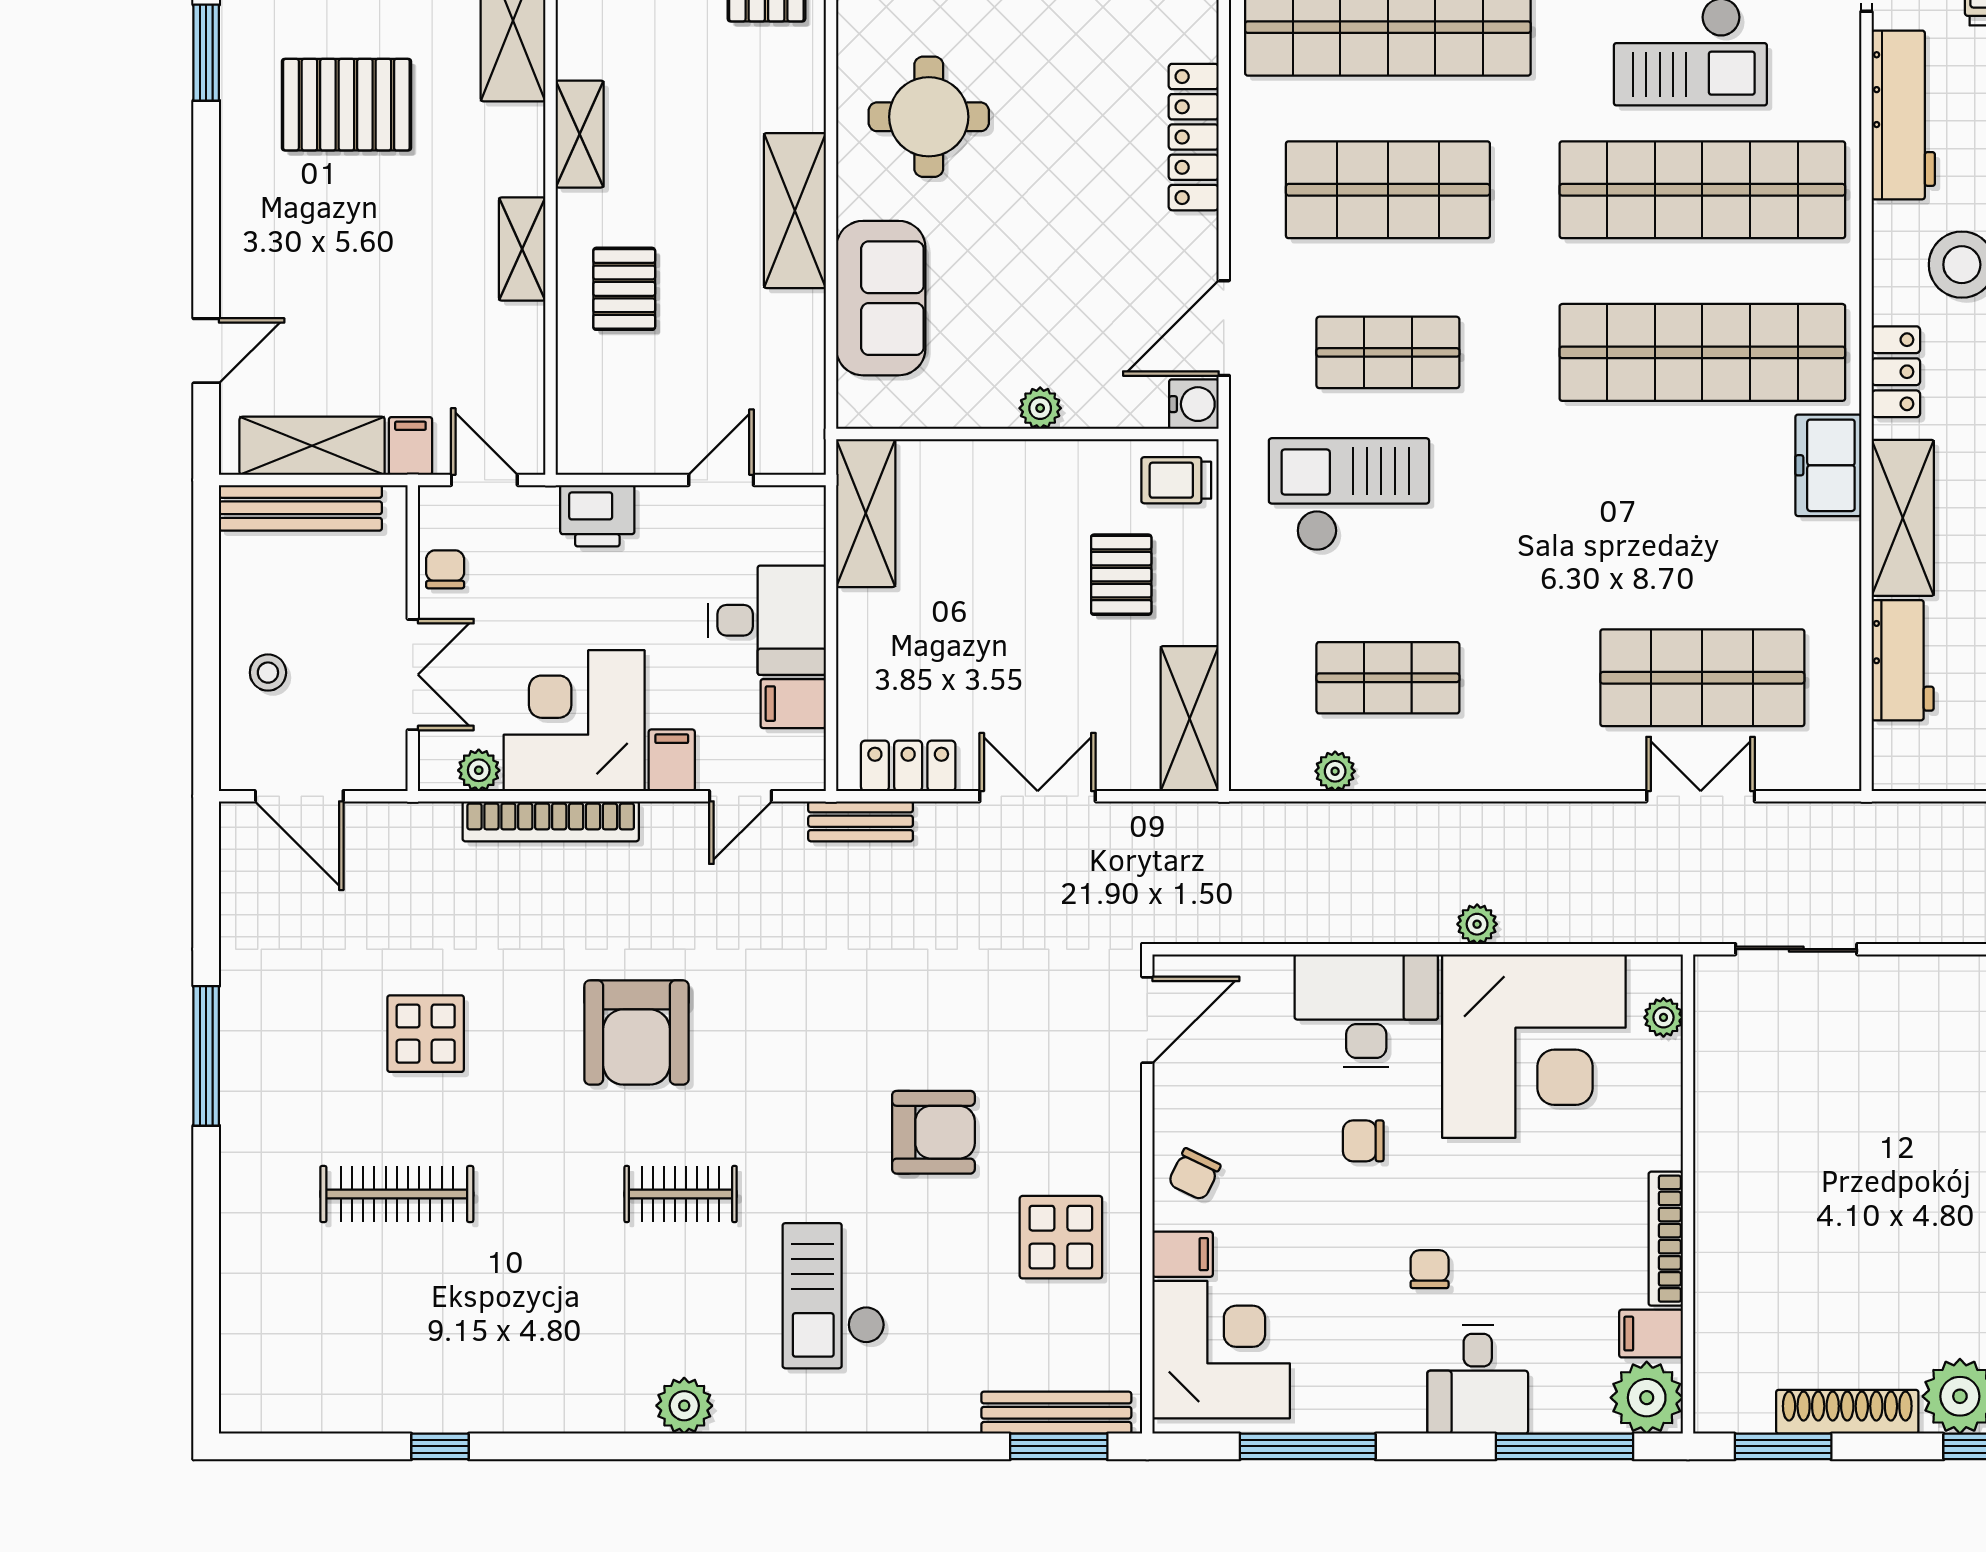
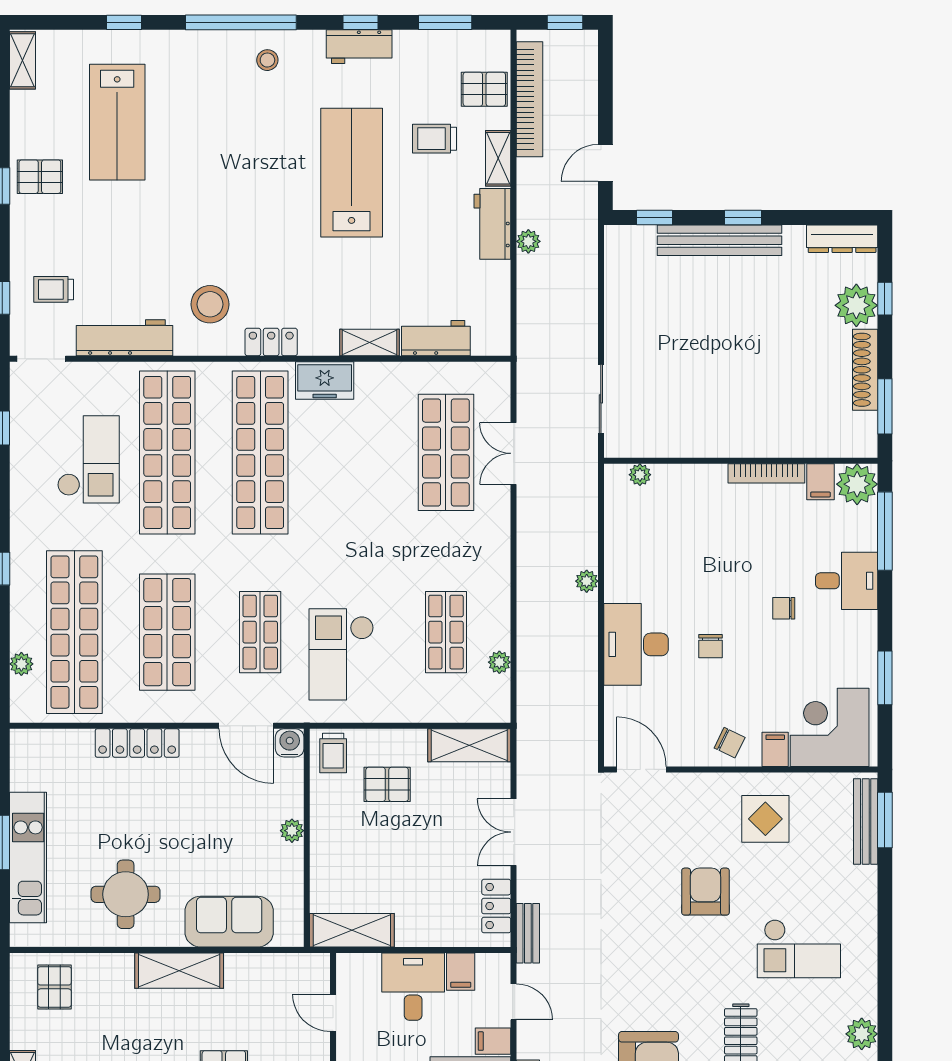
shelving: (1903, 518) -> (370, 342), width x0.67, depth x0.75
corner desk: (1534, 1046) -> (656, 549), removed
window: (1308, 1446) -> (885, 678), width x0.69

